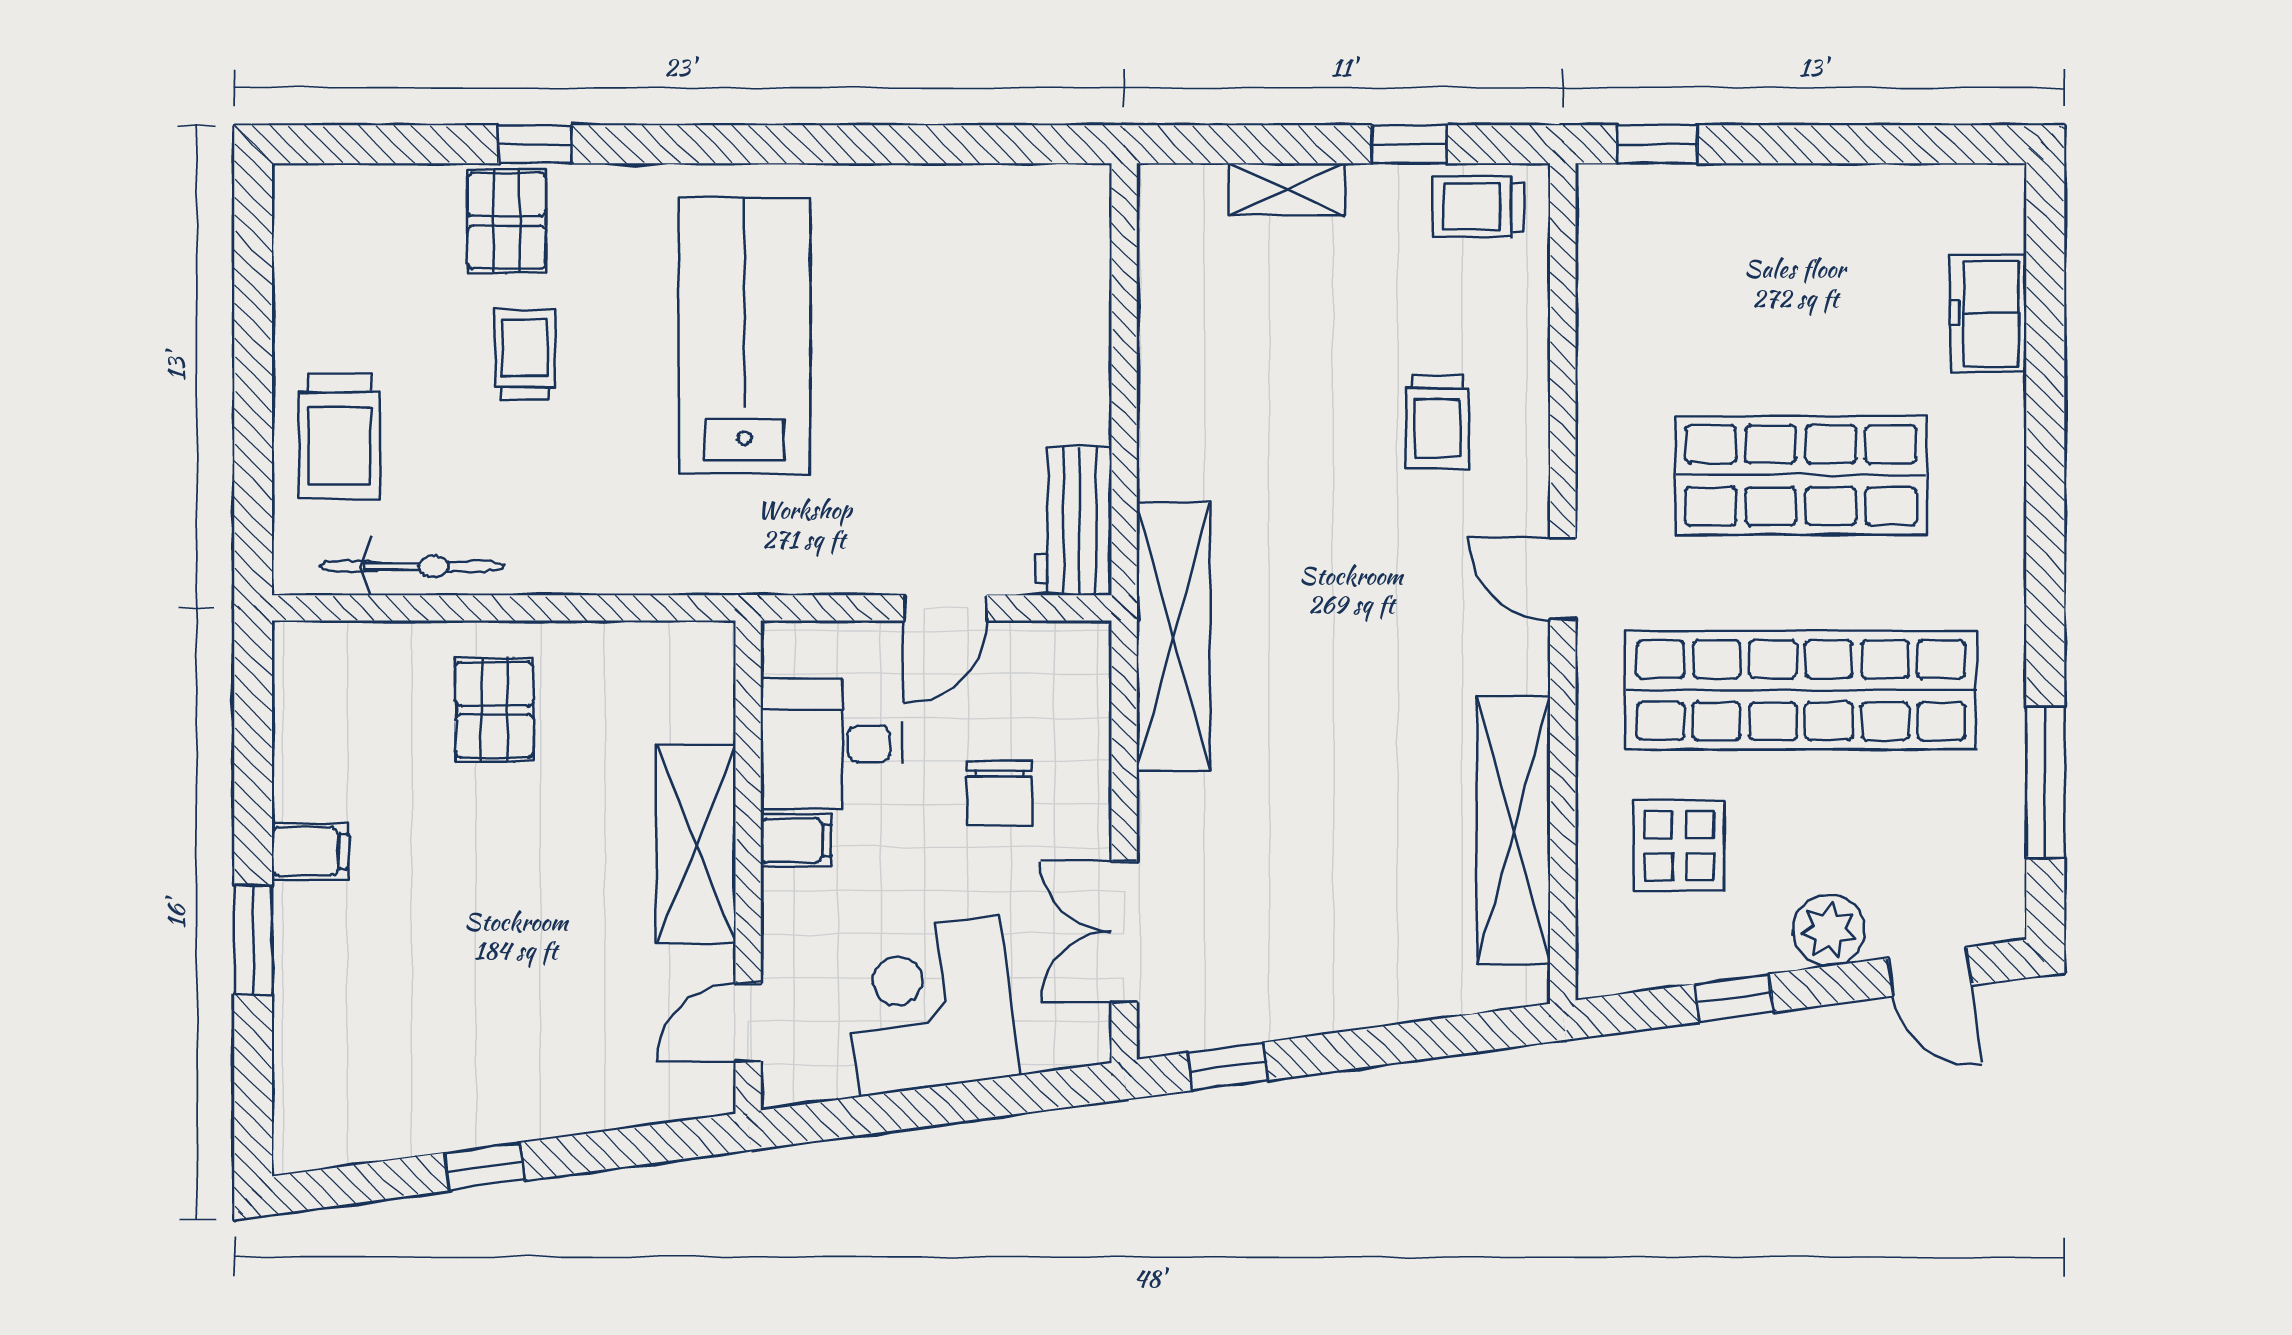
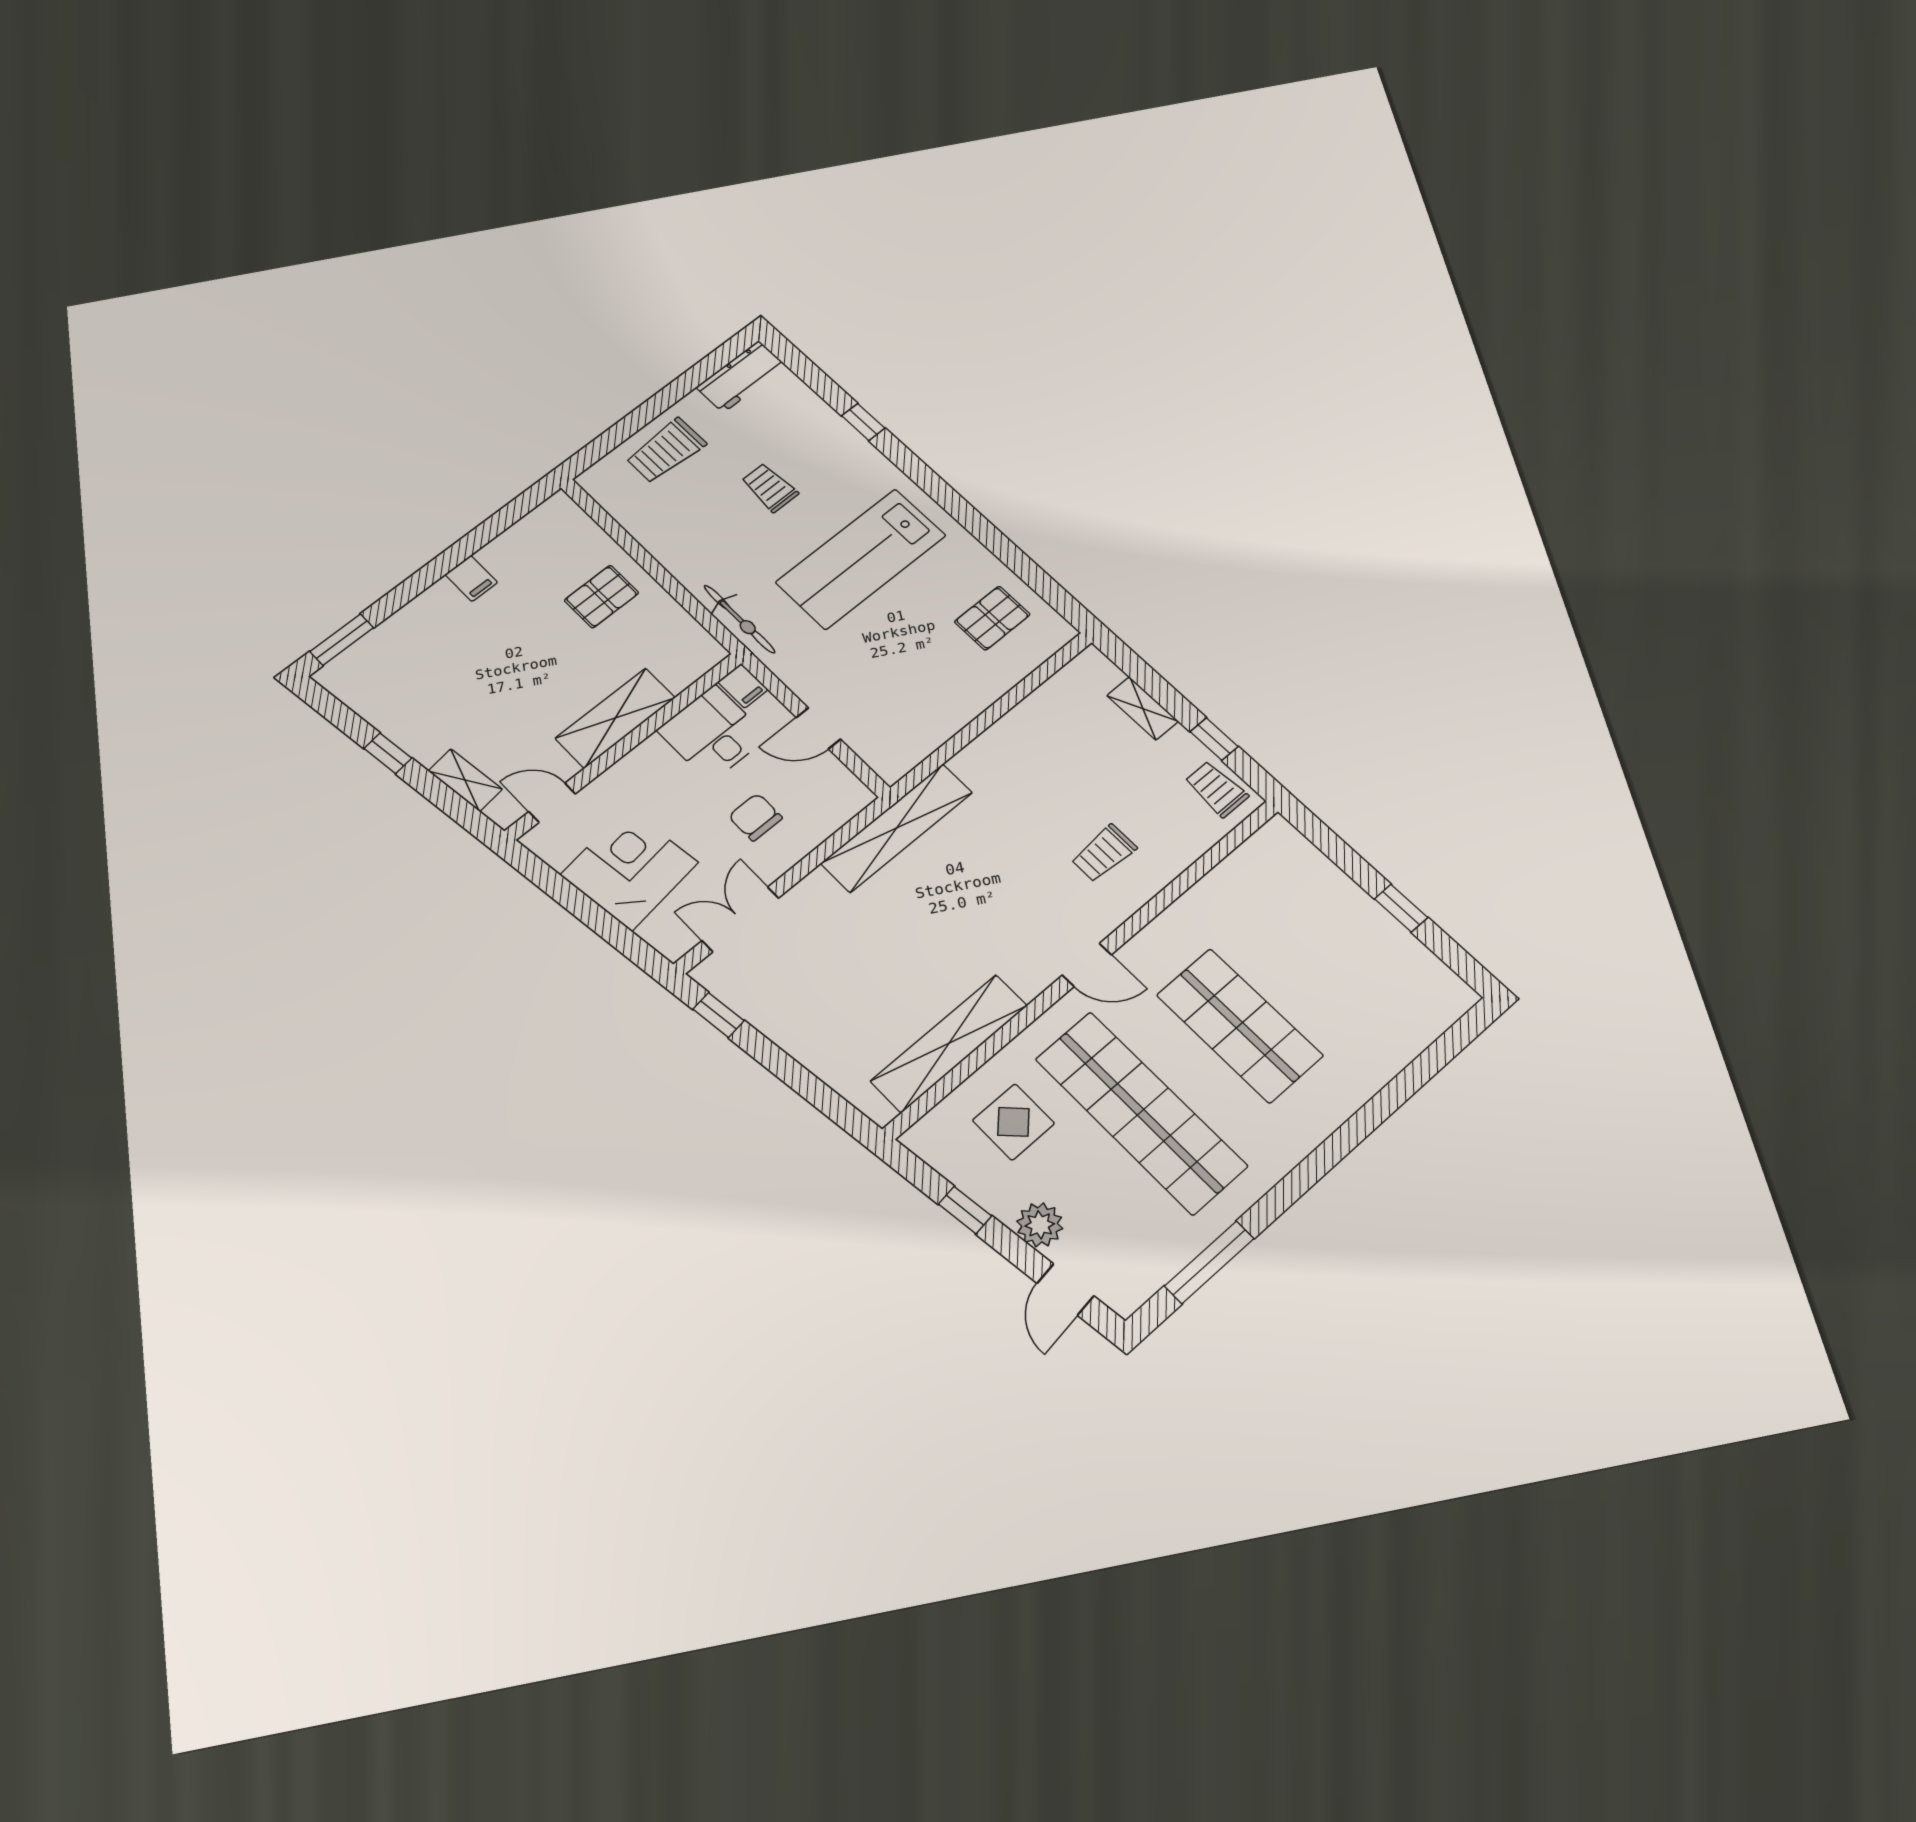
window: (1657, 144) -> (1401, 908), moved
pallet: (507, 221) -> (992, 618), moved
freezer: (1988, 313) -> (1399, 1041), removed
lab bench: (744, 336) -> (861, 559), turned 180
trolley: (525, 355) -> (769, 488), turned -90
workbench: (1073, 521) -> (741, 376), moved, turned 180
bicycle: (411, 566) -> (739, 619), moved
door: (1563, 579) -> (1087, 965), swing flipped
chair: (999, 793) -> (755, 817), turned 90
filing cabinet: (796, 841) -> (743, 686), moved
window: (253, 940) -> (342, 640), moved
shelving: (615, 1102) -> (465, 780), added

